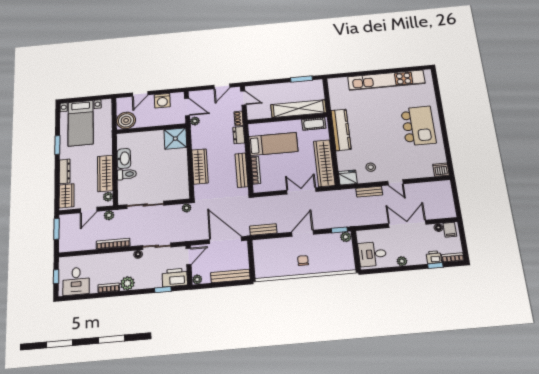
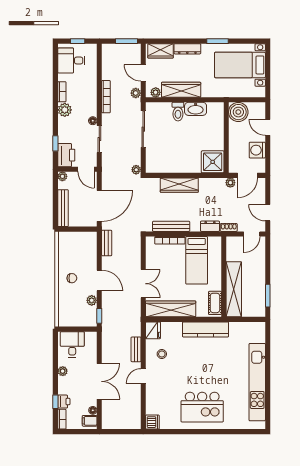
plant: (346, 237) -> (92, 300), moved

